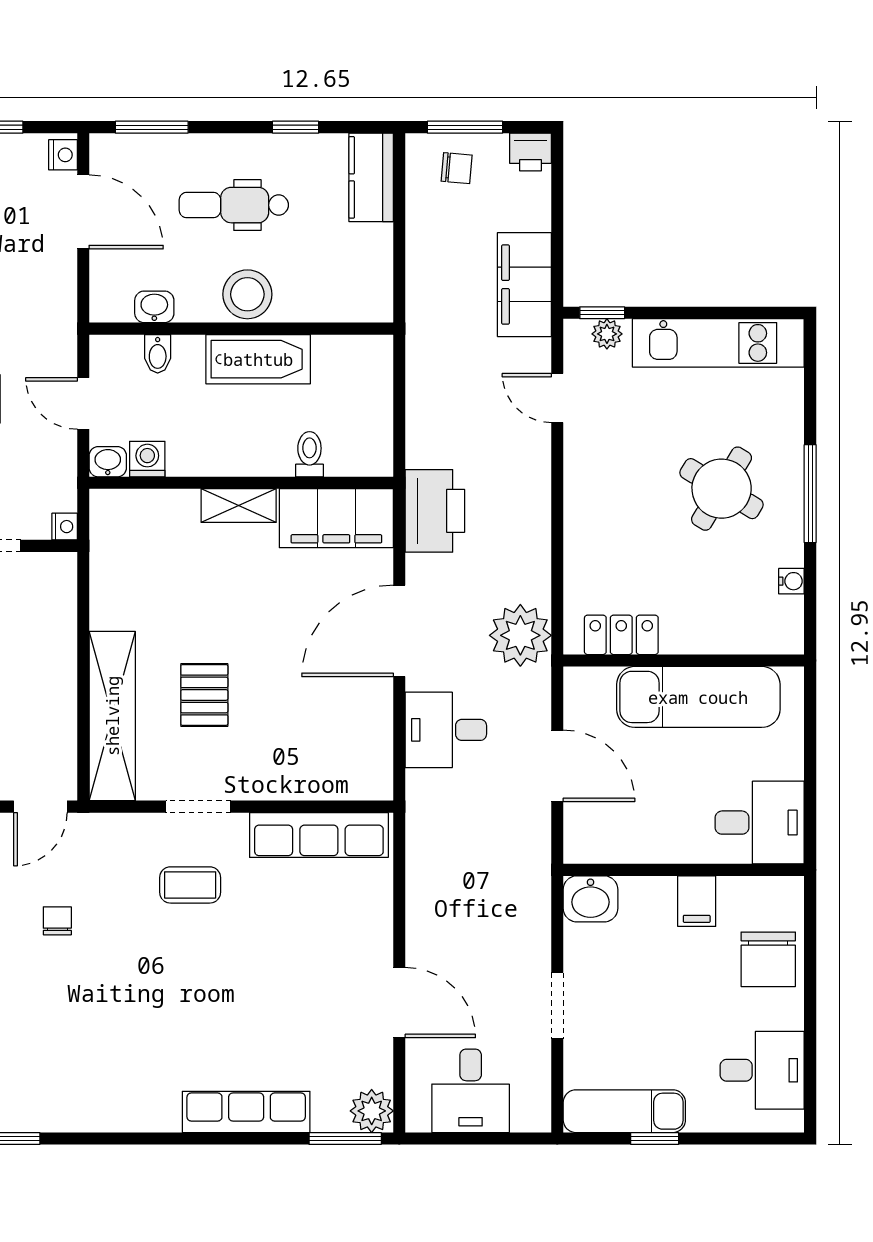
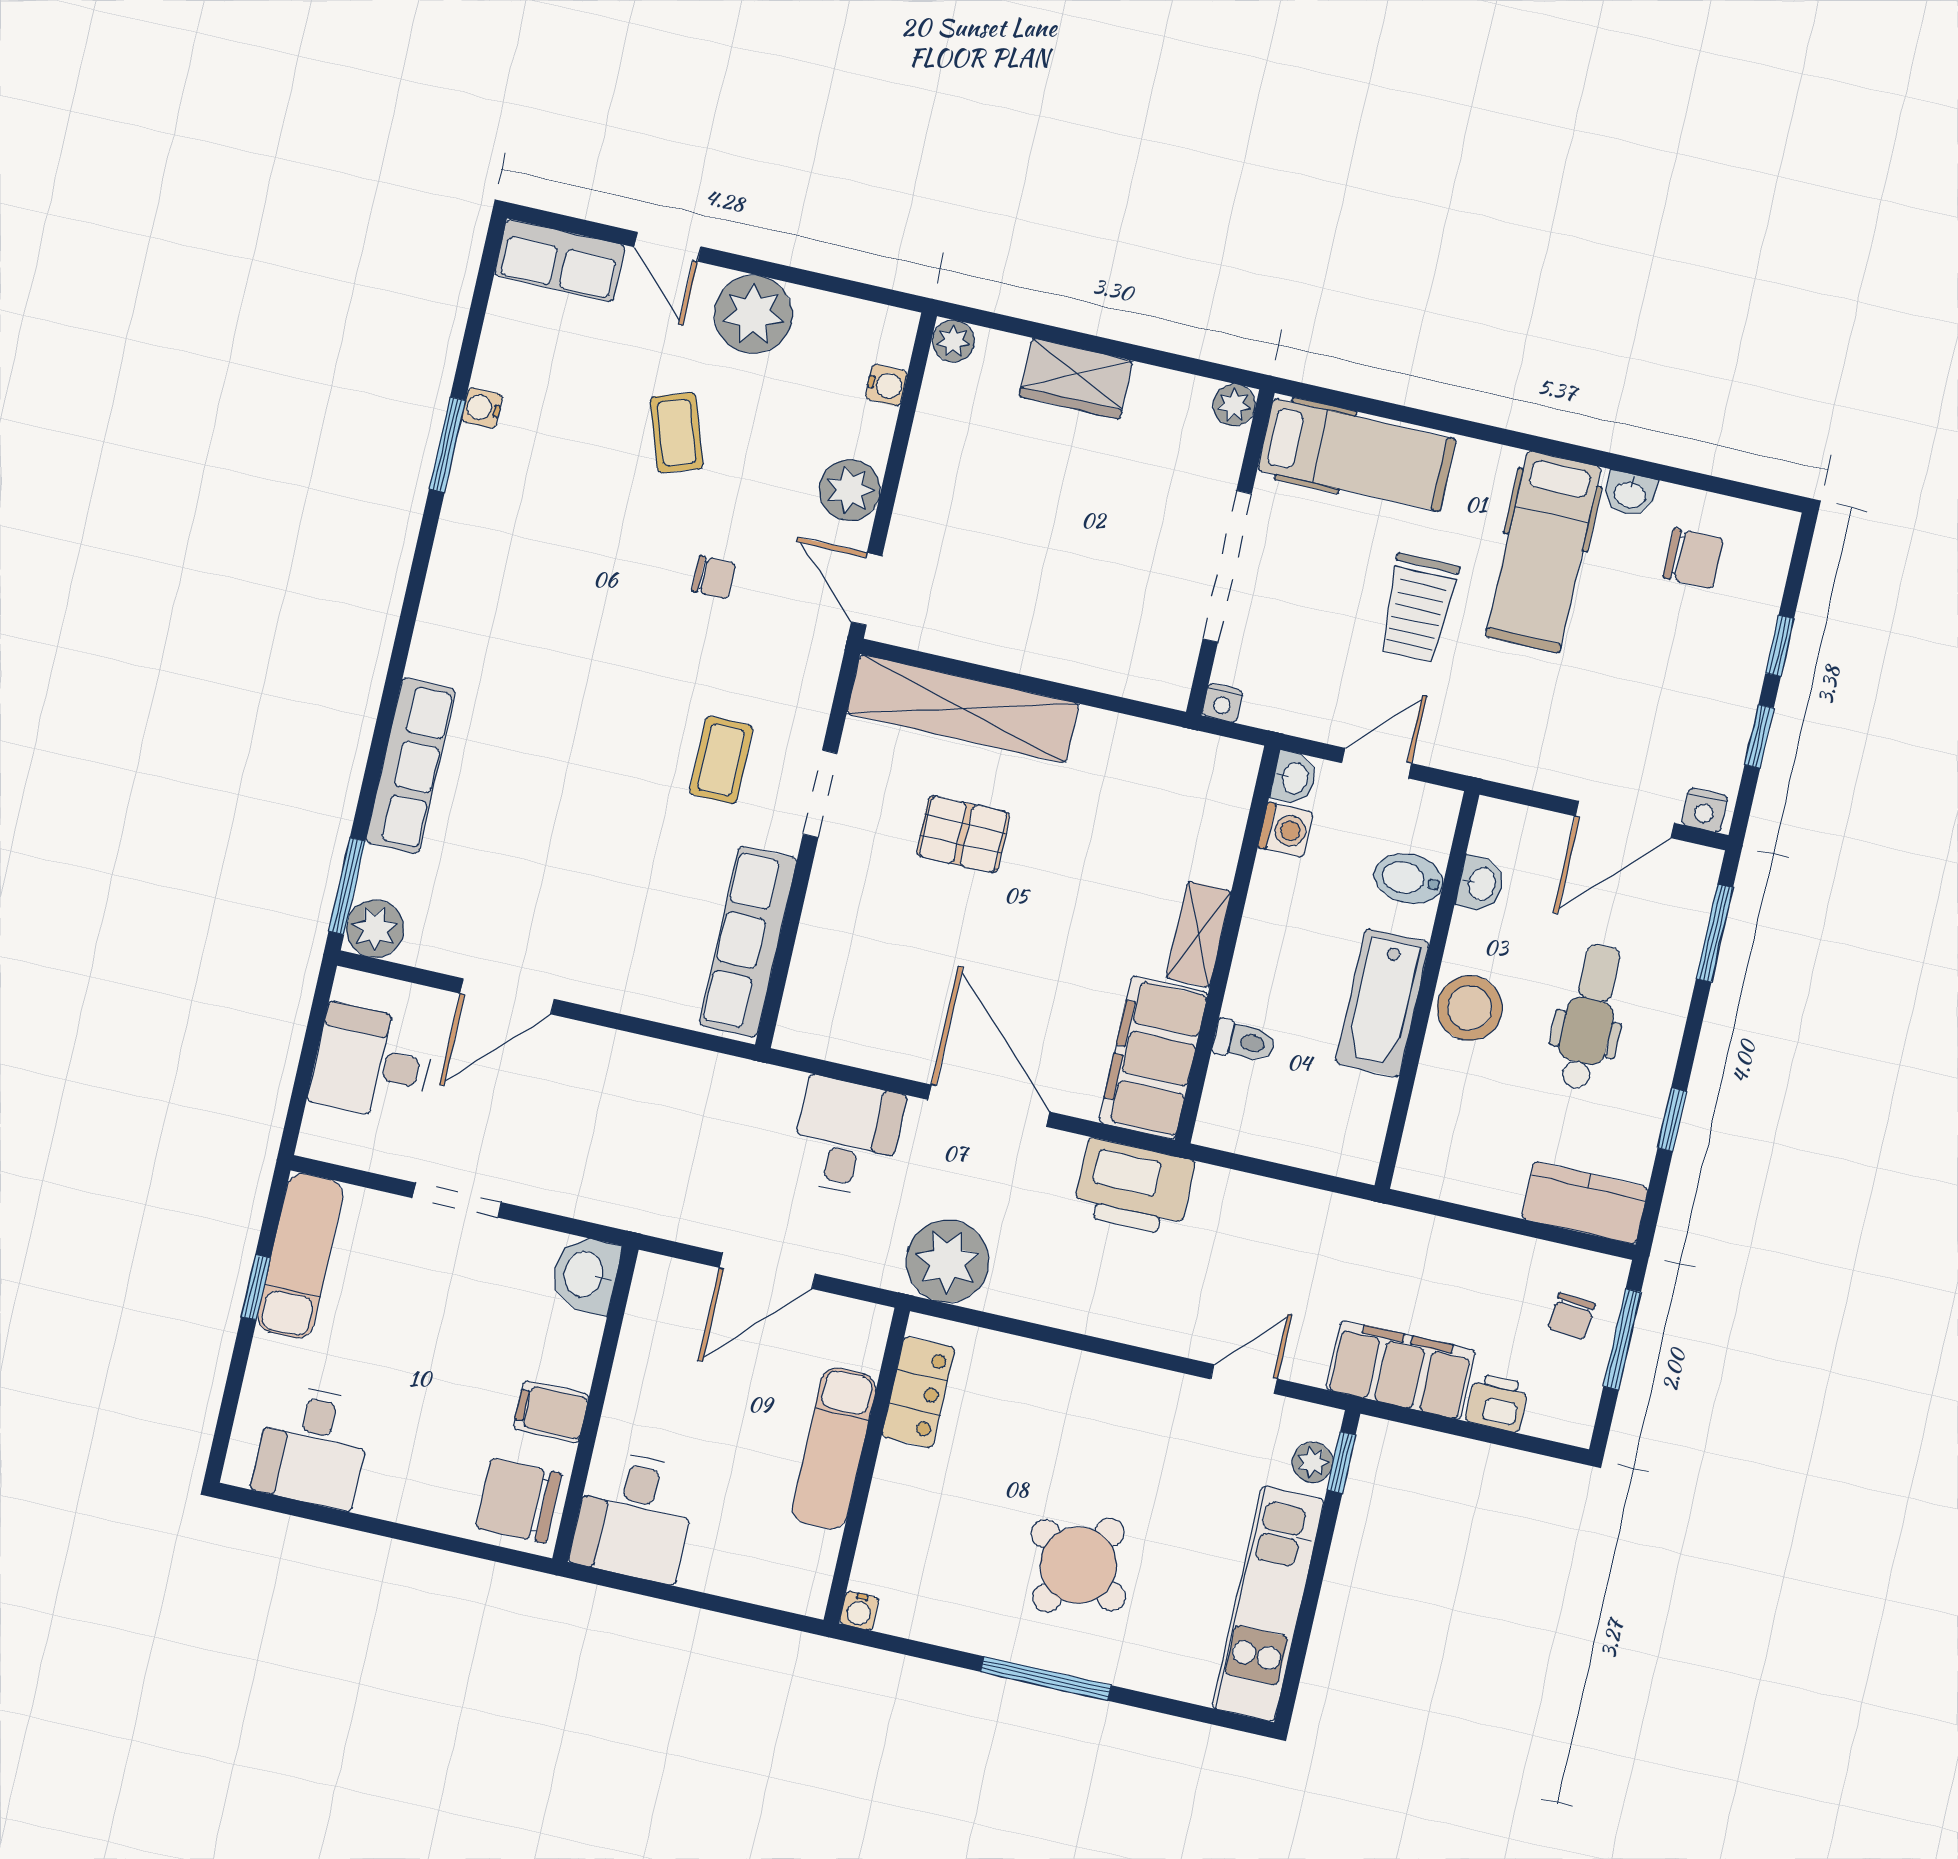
printer: (530, 152) -> (1497, 1403), moved, turned 90
bidet: (158, 354) -> (1409, 879), width x1.38, depth x1.36
water cooler: (791, 581) -> (859, 1611), moved
exam couch: (698, 697) -> (834, 1448), width x0.73, depth x0.69
chair: (768, 959) -> (518, 1501), moved

